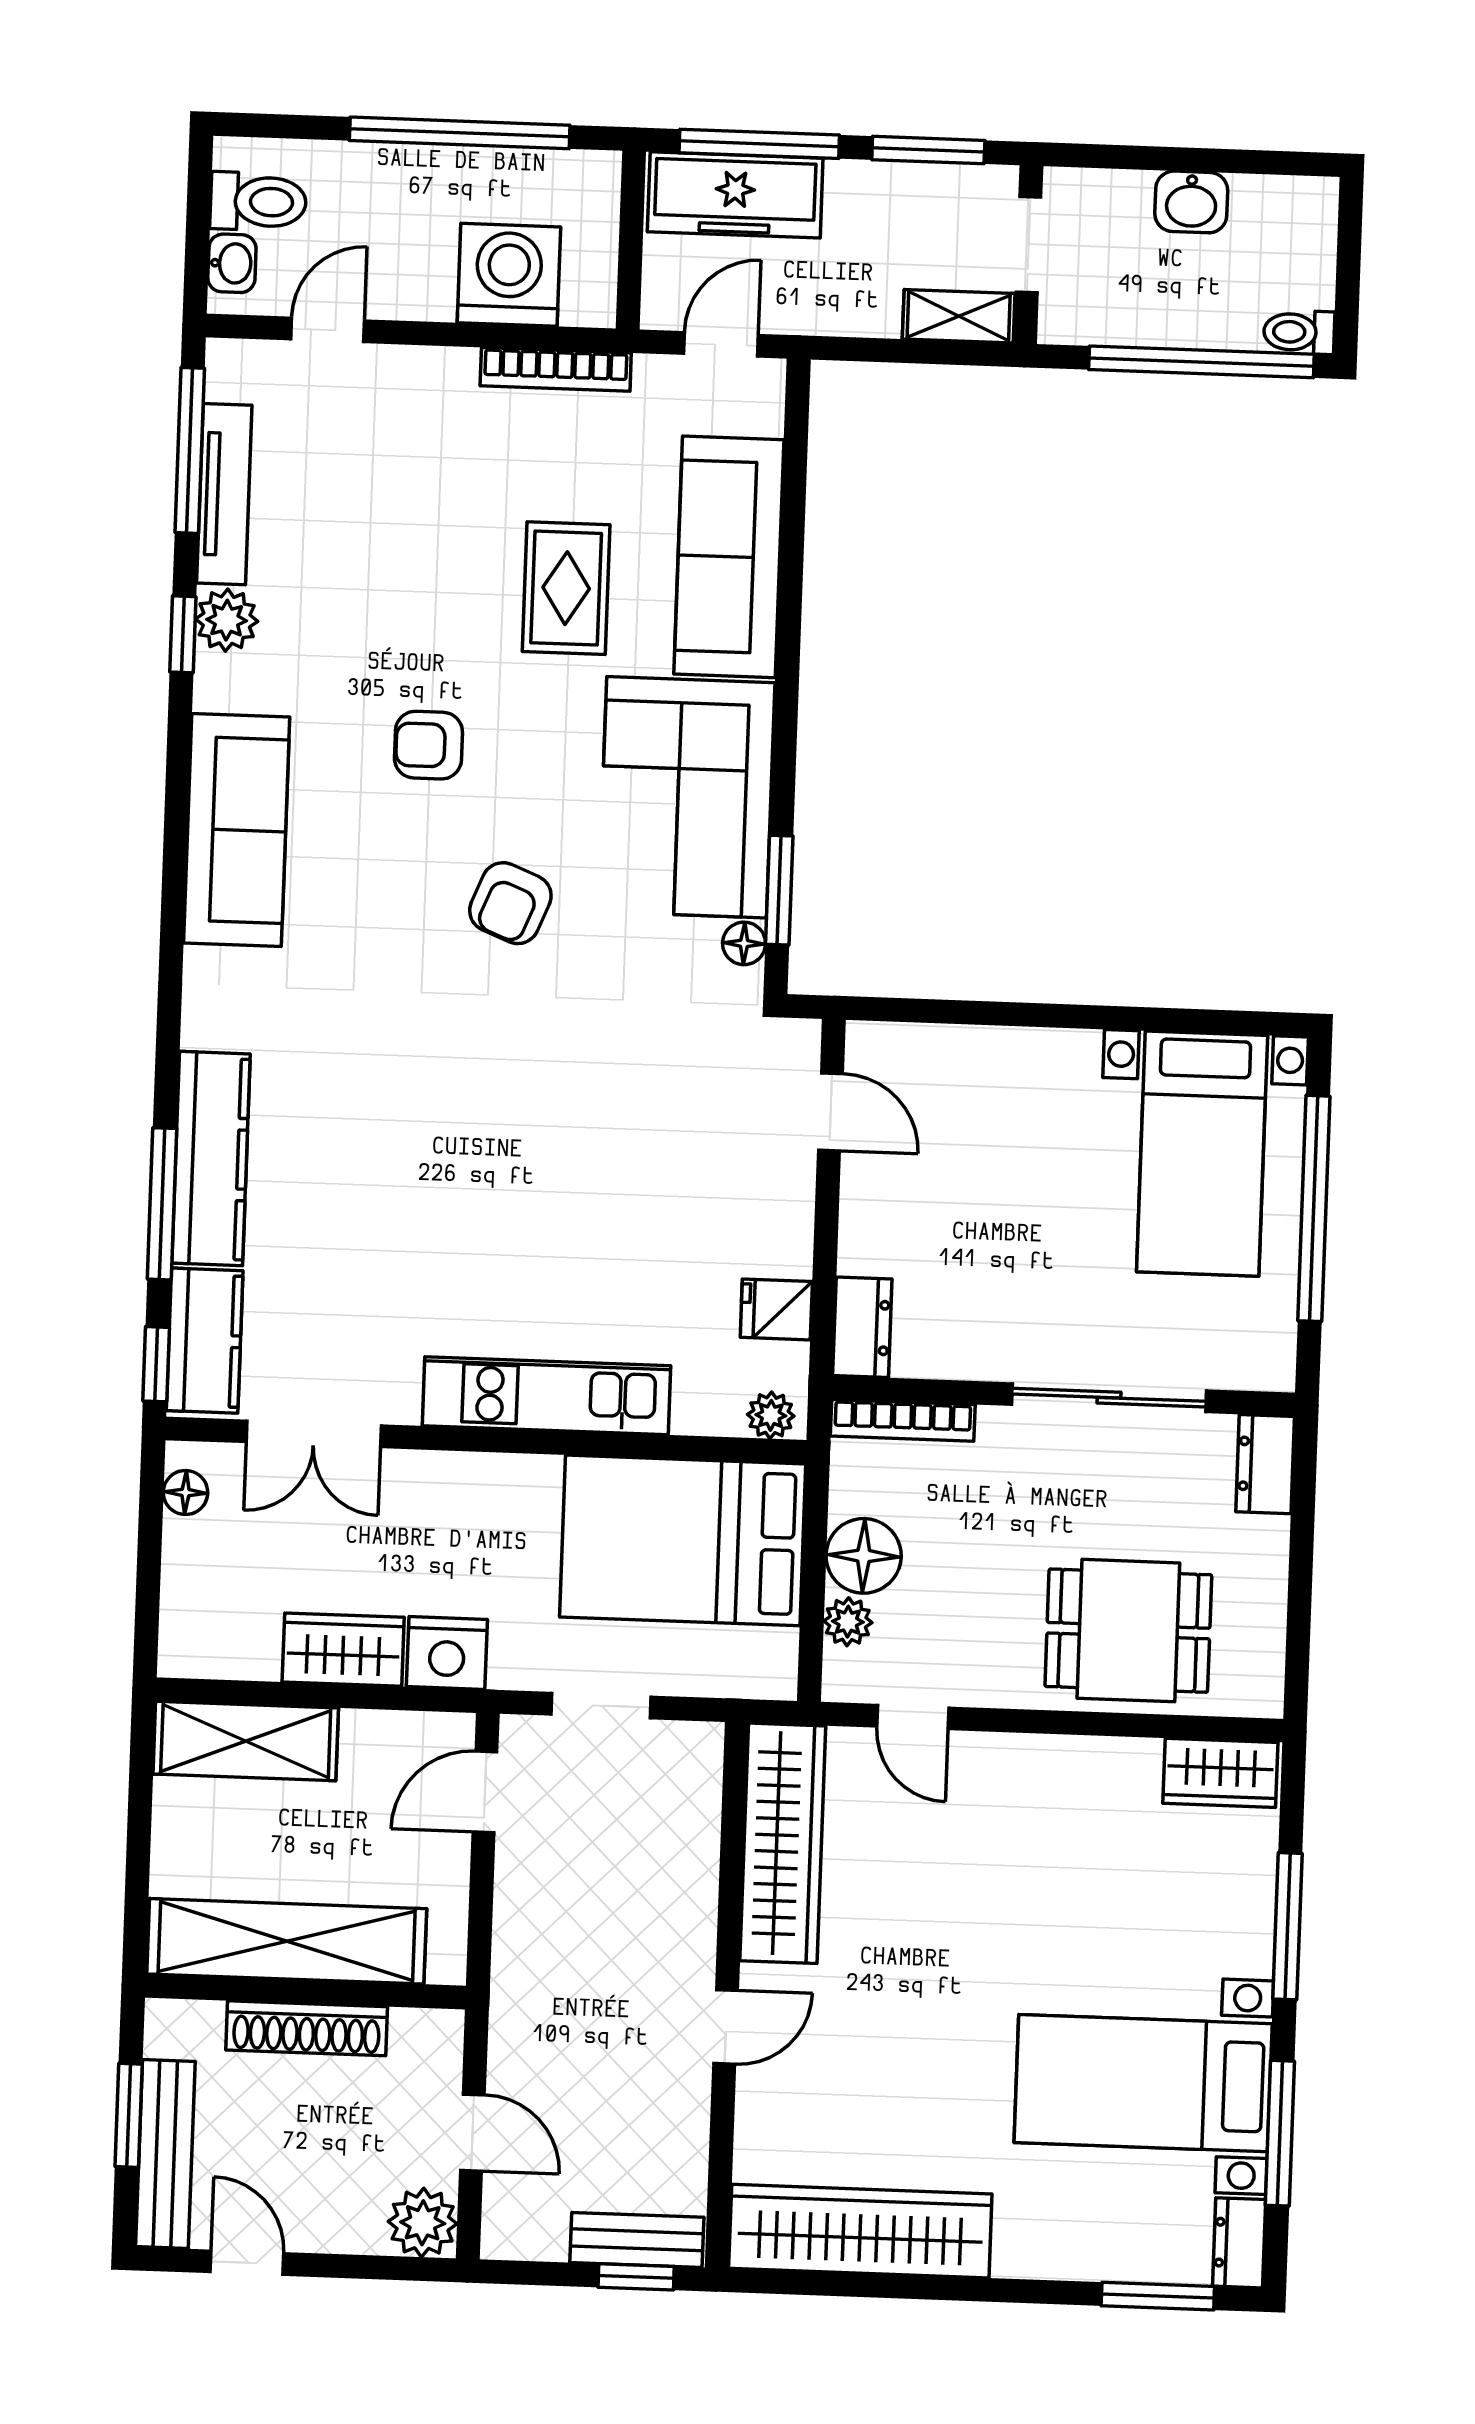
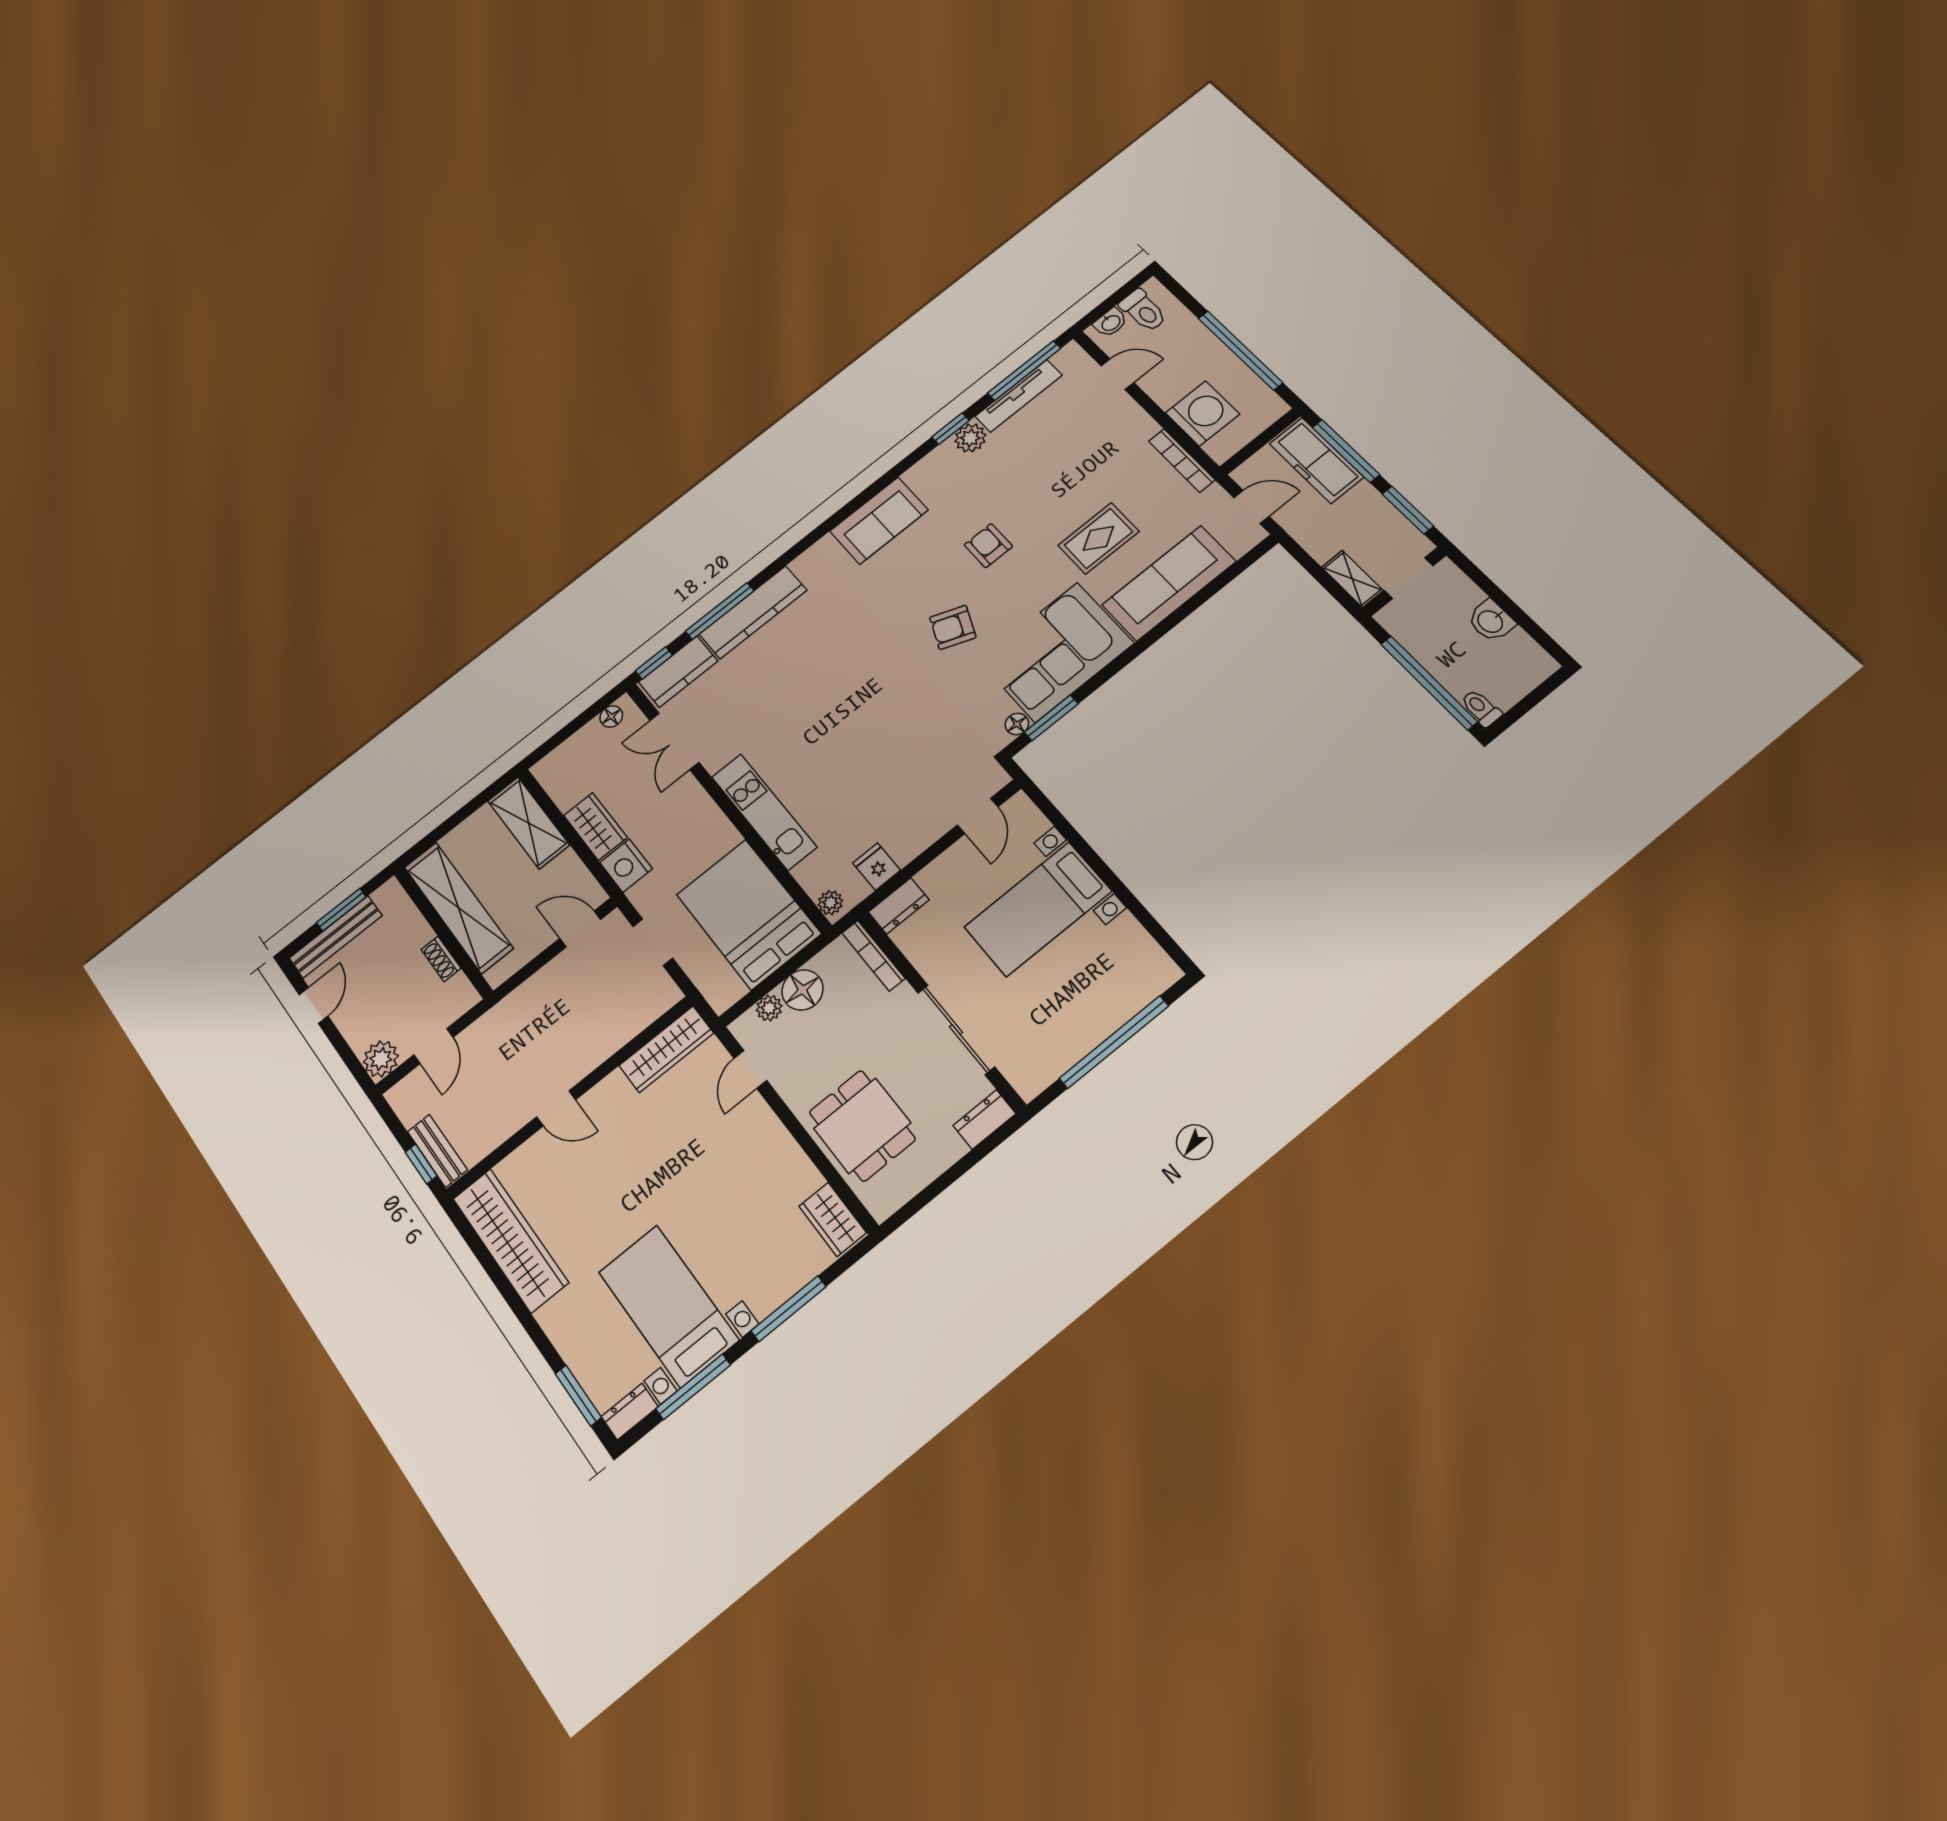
sofa: (237, 830) -> (879, 521), width x0.73
bed with nightstands: (1202, 1154) -> (1038, 909), moved
wardrobe: (783, 1843) -> (666, 1049), width x0.71, depth x0.85
shoe rack: (307, 2028) -> (441, 959), width x0.51, depth x0.81

